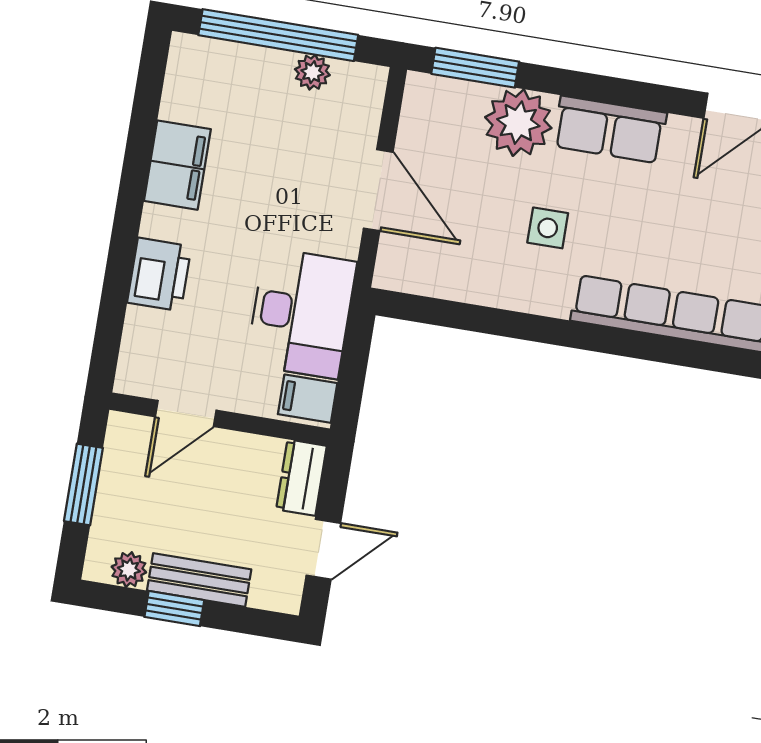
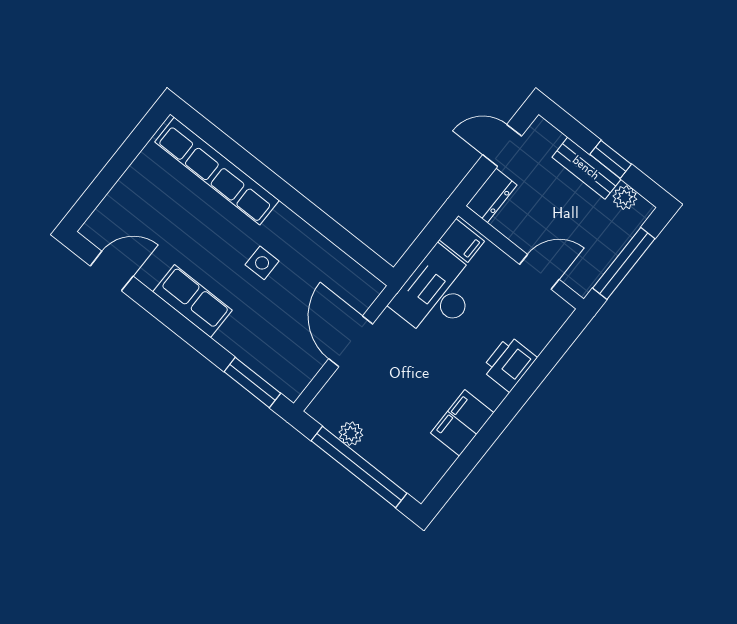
plant: (518, 123) -> (245, 335), removed
window: (83, 485) -> (624, 263), width x1.44

